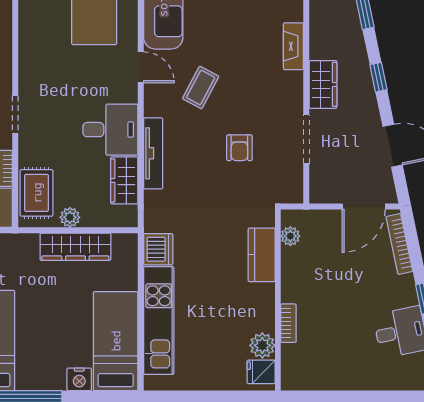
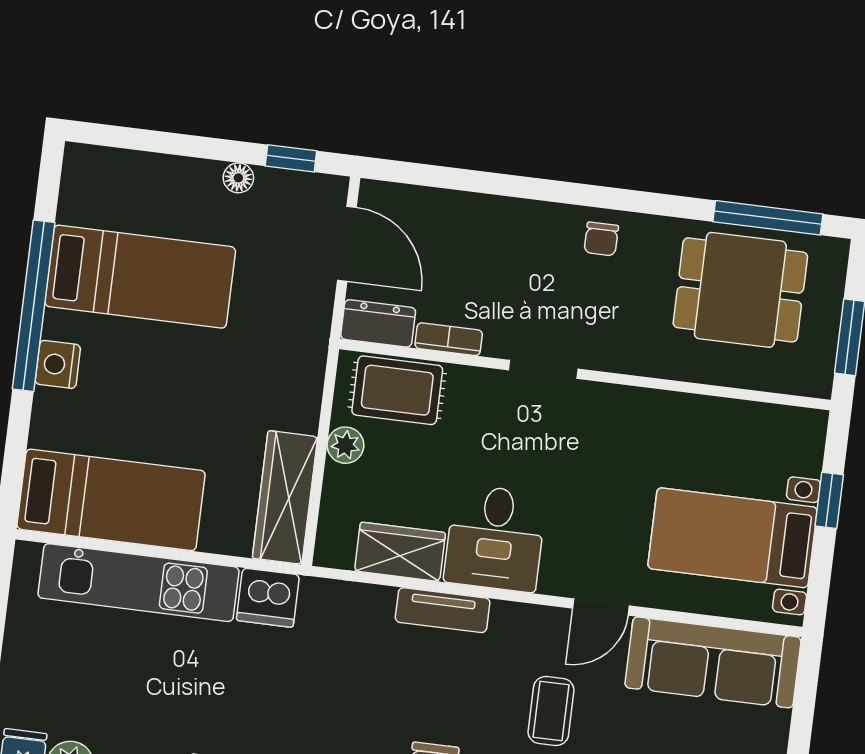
coffee table: (201, 87) -> (551, 711), turned 62
tv unit: (153, 153) -> (443, 610), width x0.71
wardrobe: (75, 247) -> (285, 497), moved
nightstand: (79, 379) -> (58, 364), moved

